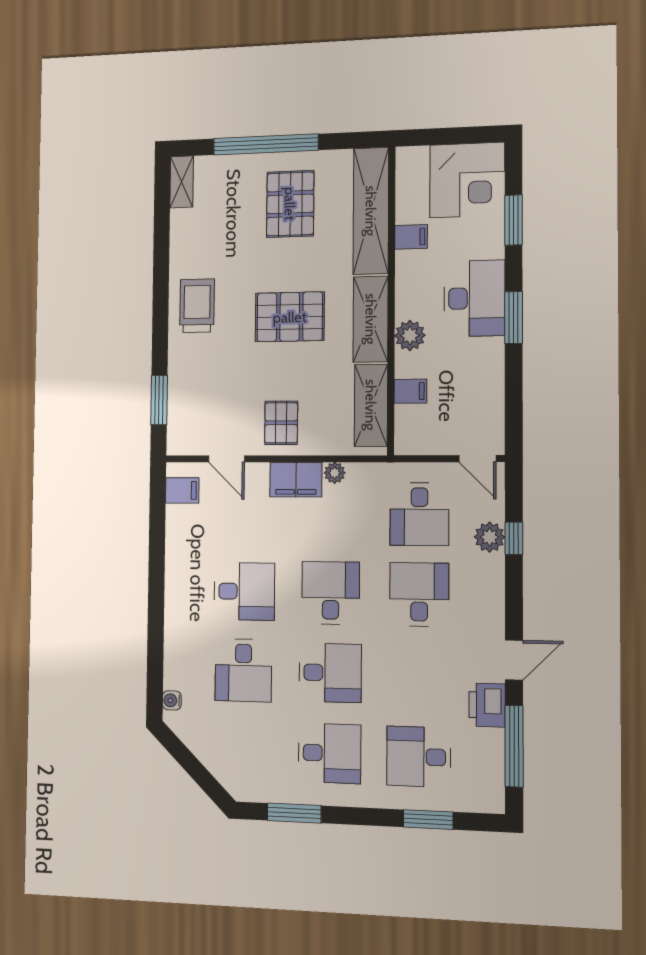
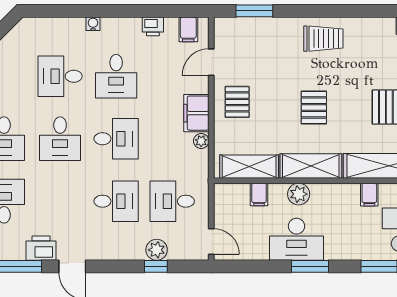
desk: (474, 298) -> (297, 239), moved
pallet: (290, 317) -> (314, 107), width x0.67, depth x0.71
pallet: (281, 423) -> (237, 102), turned 90
door: (477, 459) -> (211, 241), swing flipped
printer: (178, 539) -> (153, 26), added
water cooler: (172, 700) -> (93, 24), moved

